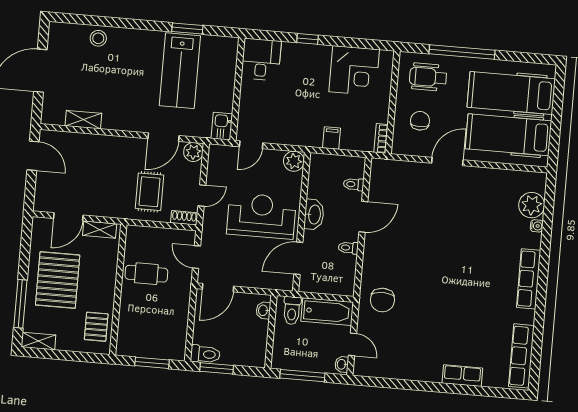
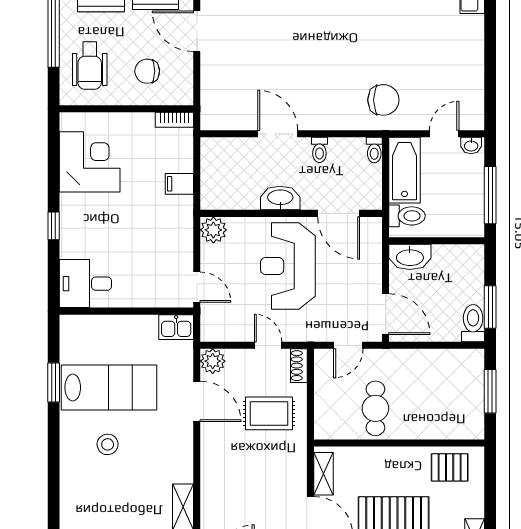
stool: (98, 38) -> (108, 444), moved
toilet: (354, 184) -> (374, 150), moved
washbasin: (263, 310) -> (410, 257), width x1.91, depth x1.45

